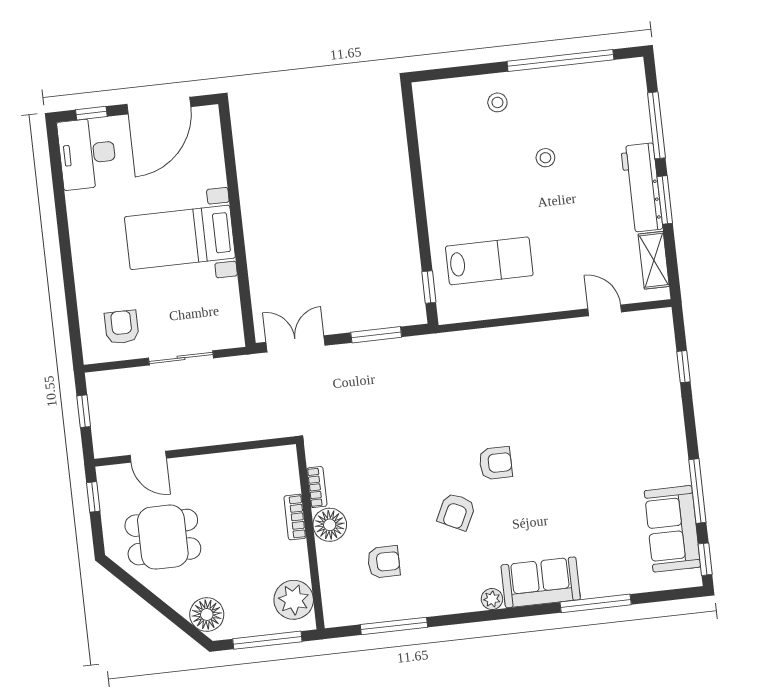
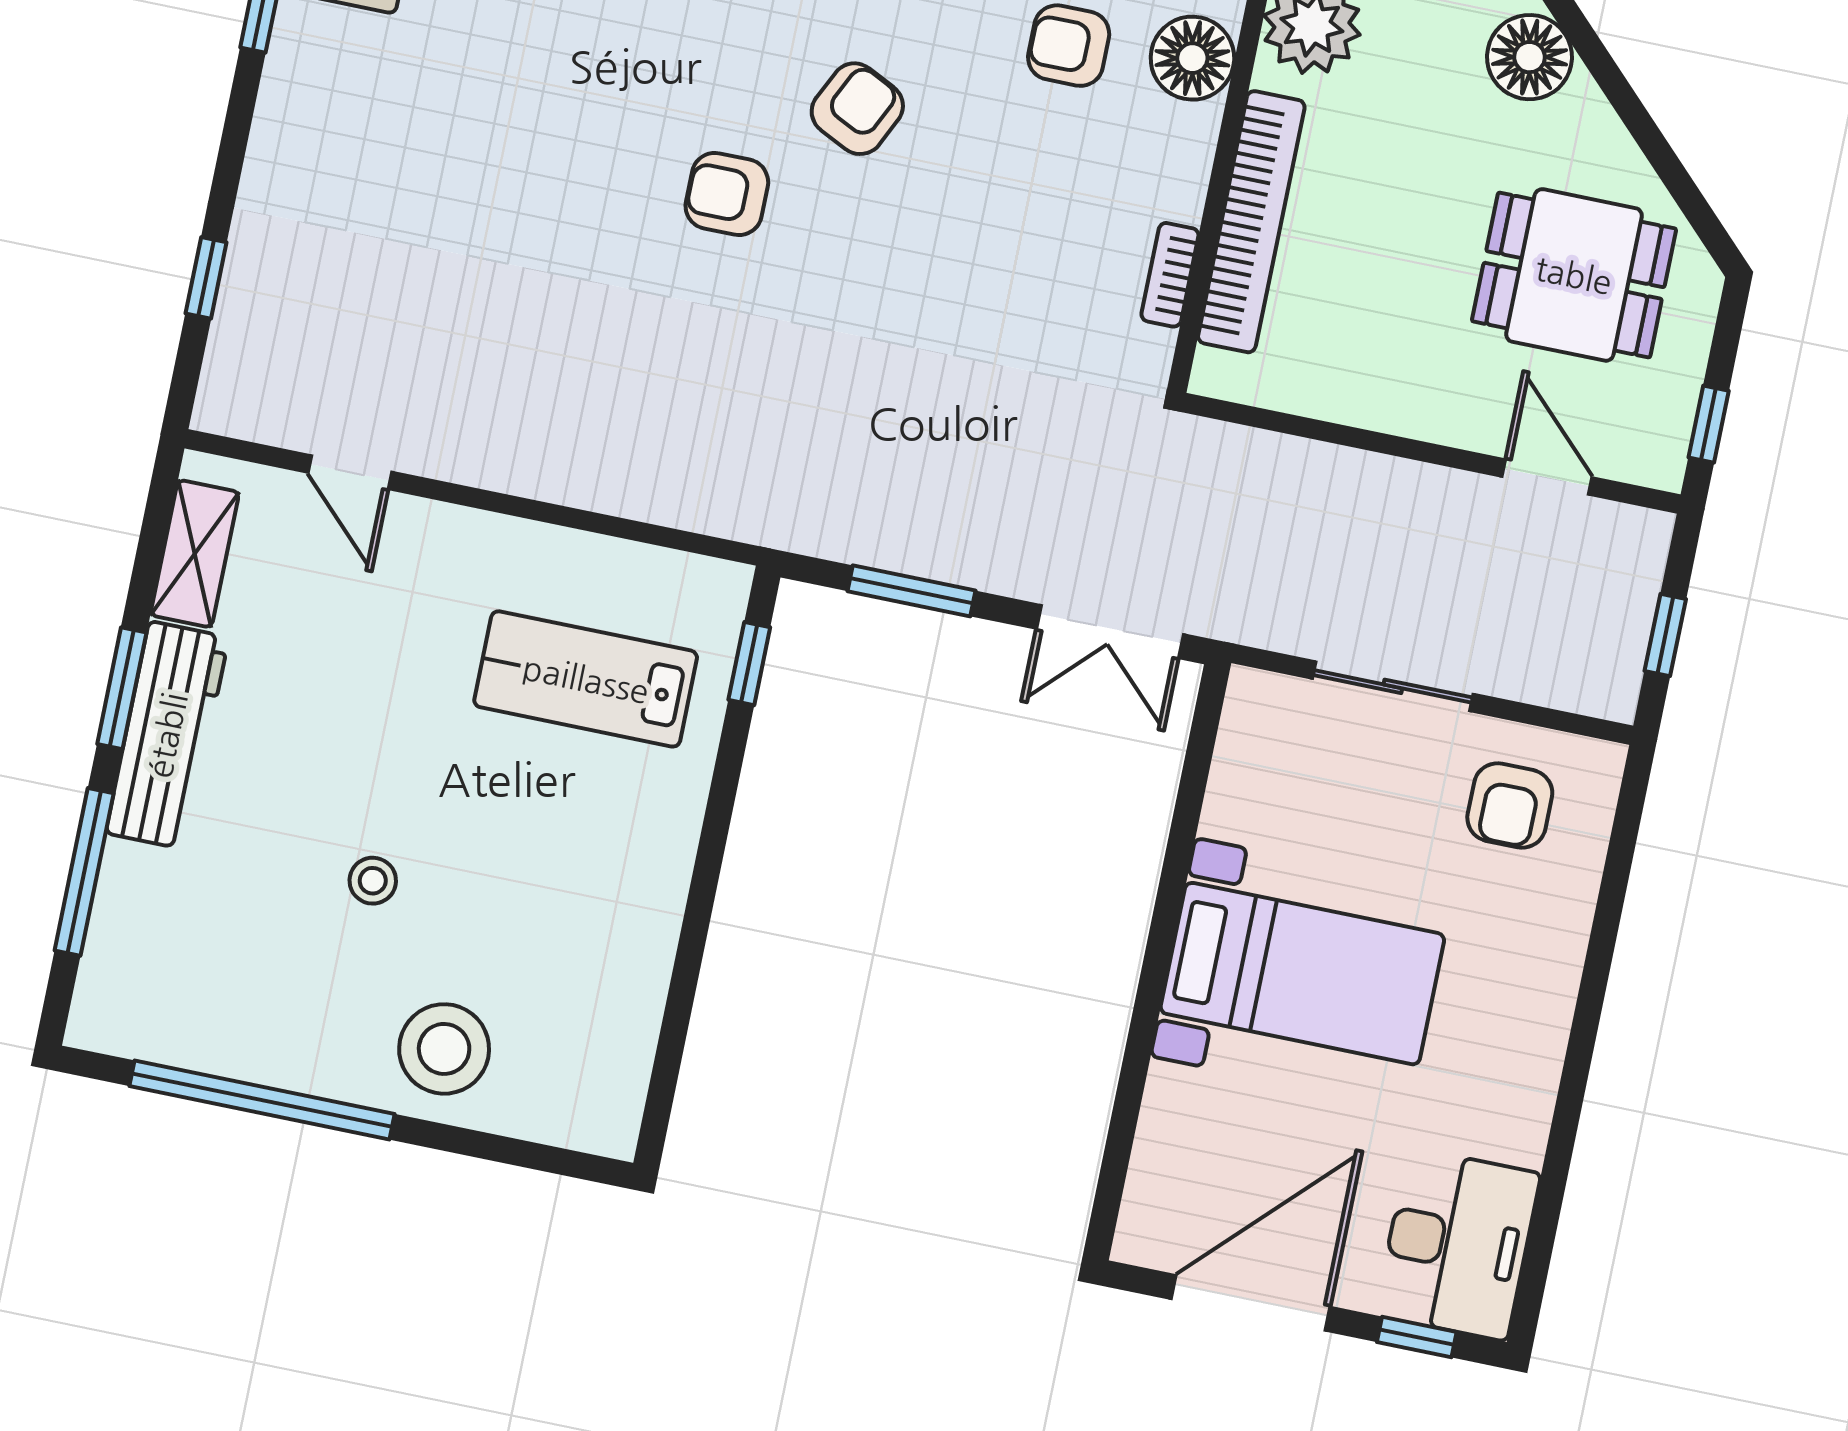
stool: (497, 102) -> (444, 1049), width x1.89, depth x1.89
bookcase: (295, 517) -> (1251, 222), width x2.31, depth x1.31
floor lamp: (330, 525) -> (1192, 58), moved

